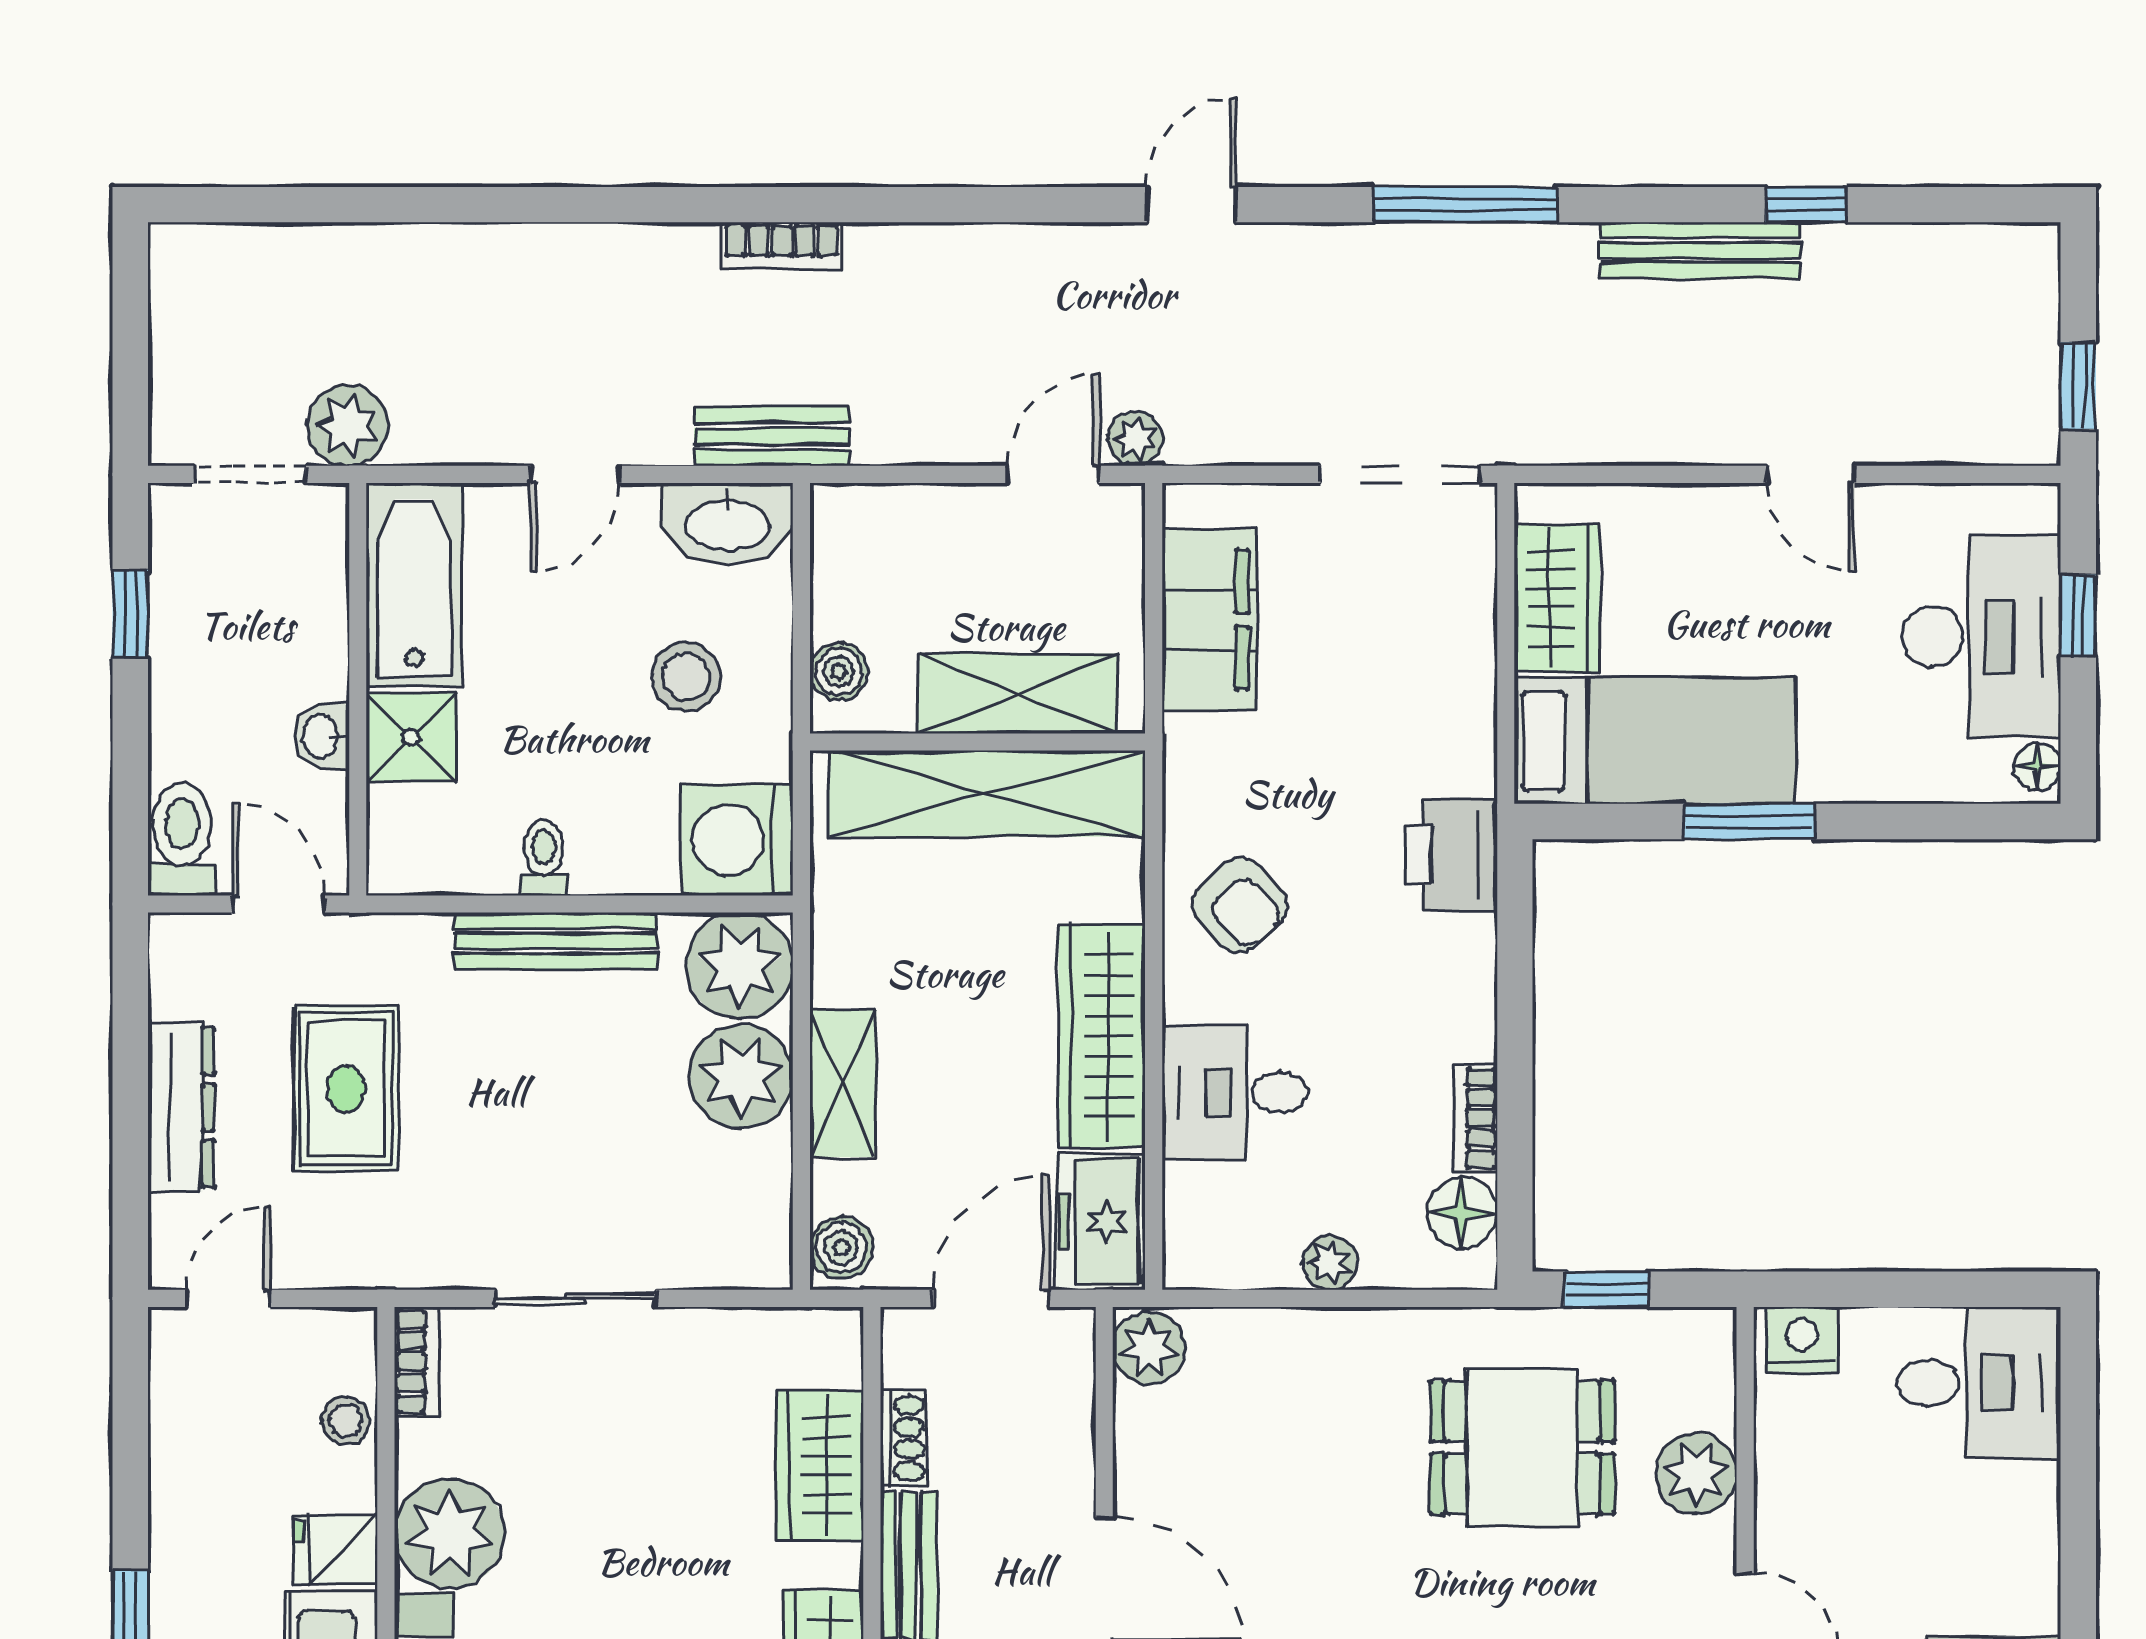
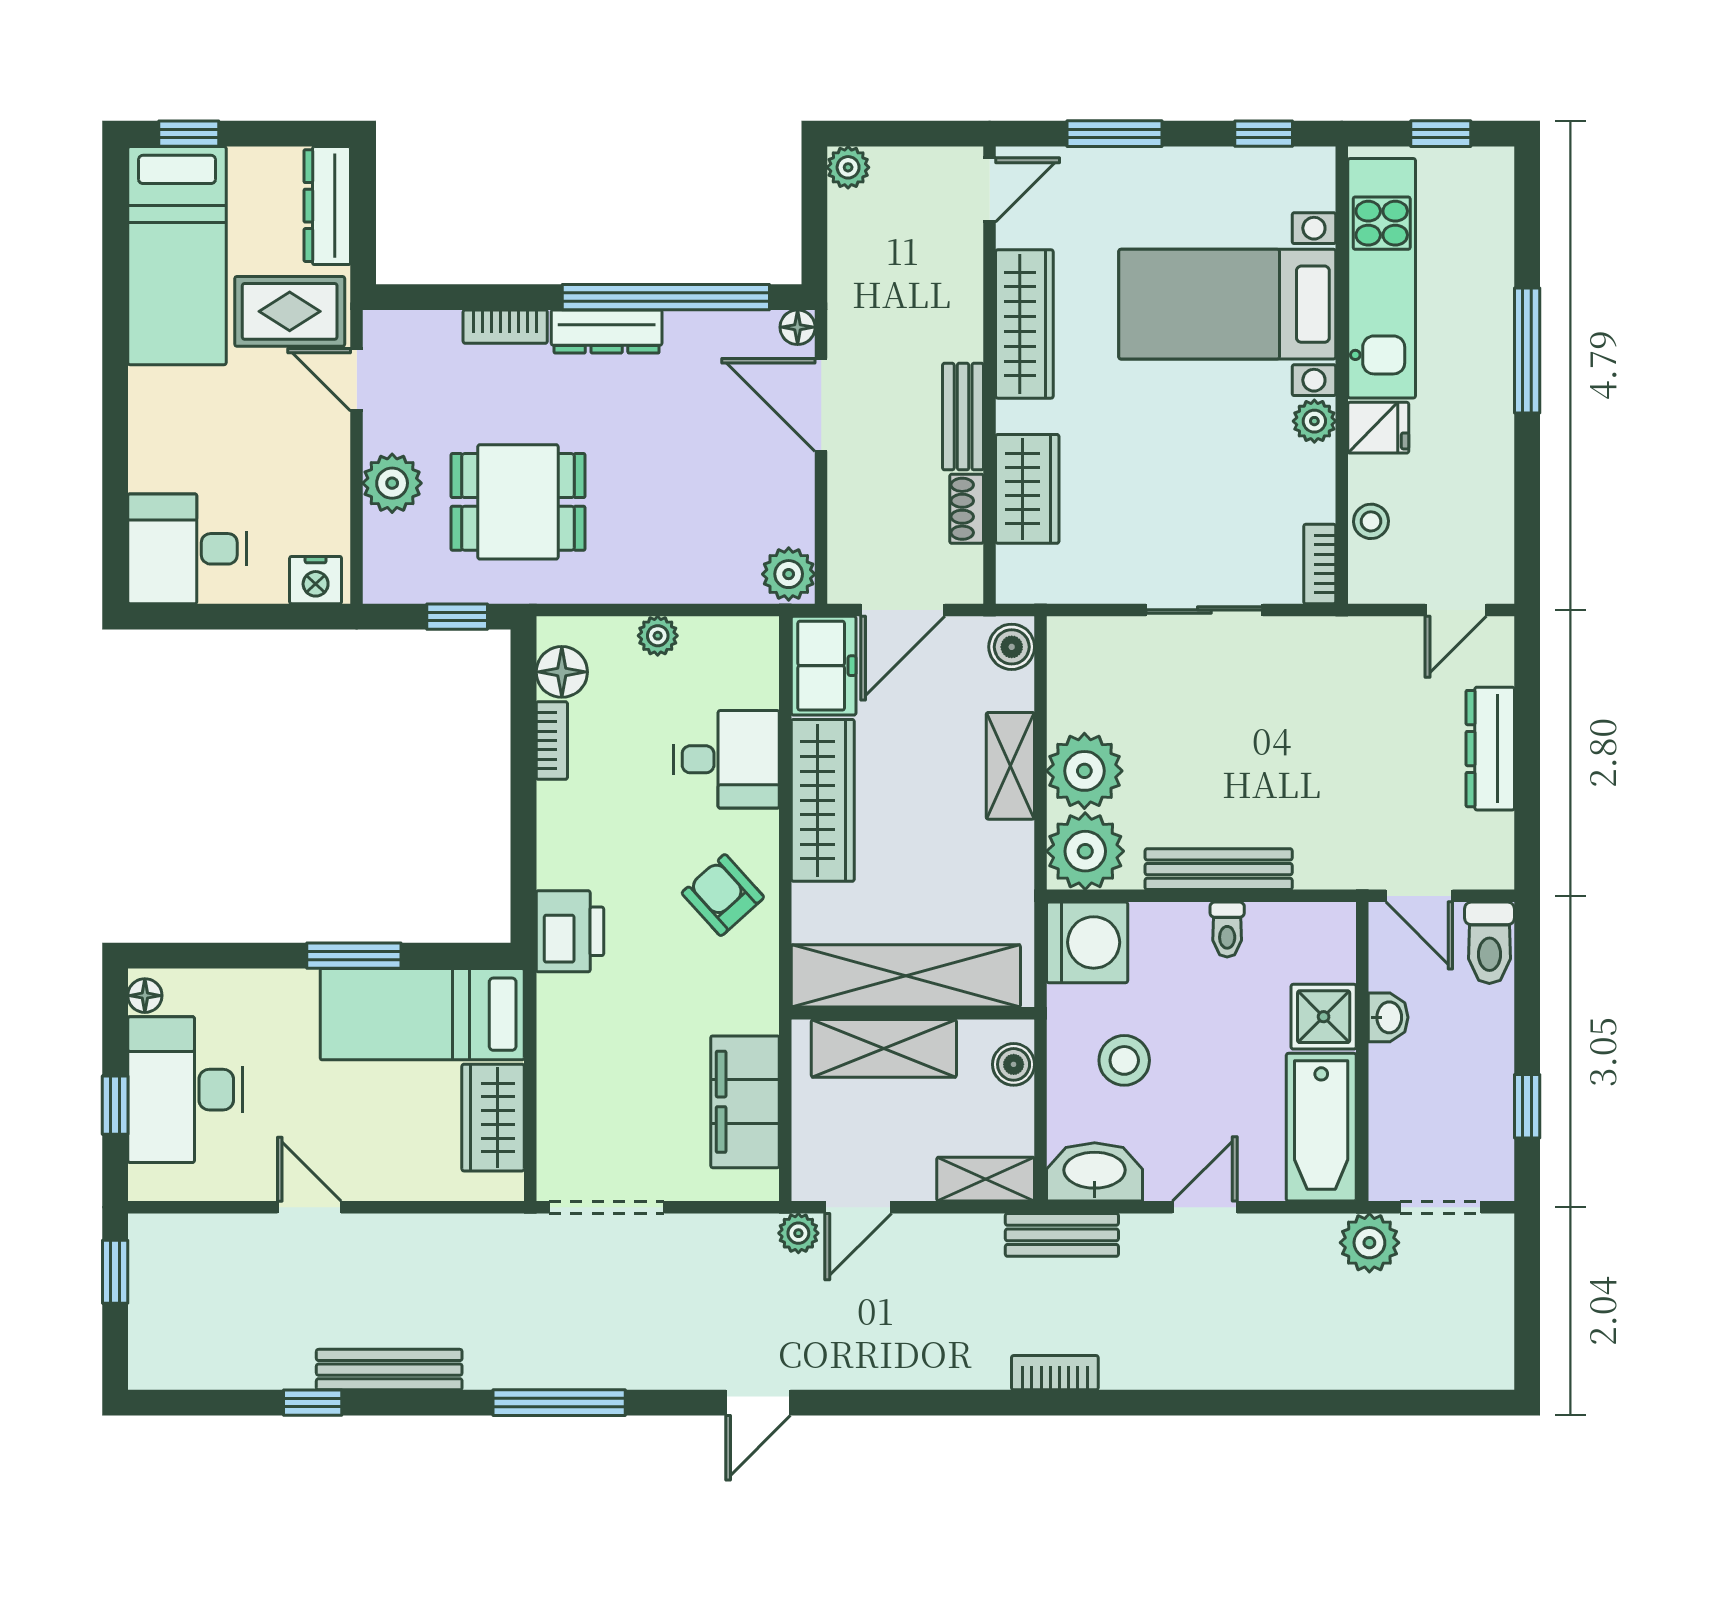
shelving: (877, 513) -> (986, 1179), added
rug: (346, 1088) -> (1371, 762), removed
plant: (449, 1533) -> (1314, 421), width x0.53, depth x0.53

